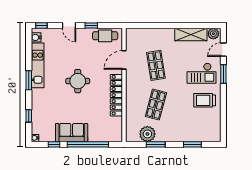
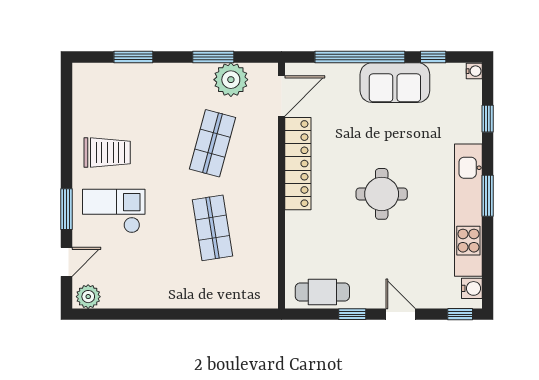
shelving: (191, 34) -> (137, 295), removed
door: (124, 60) -> (281, 96), moved
kitchen unit: (38, 65) -> (468, 210), width x1.36

